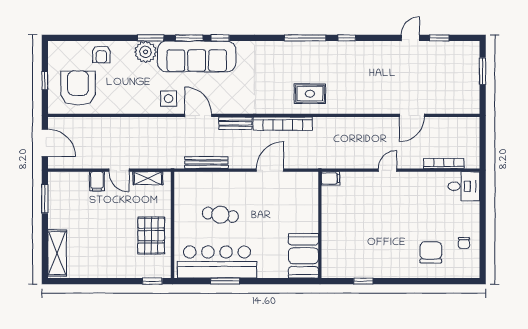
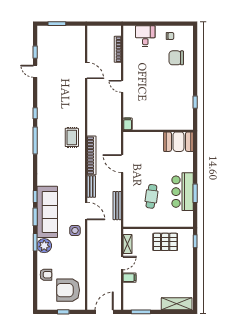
door: (198, 115) -> (86, 211), swing flipped
desk: (464, 186) -> (145, 36), moved
bar counter: (217, 262) -> (183, 192), width x0.73

